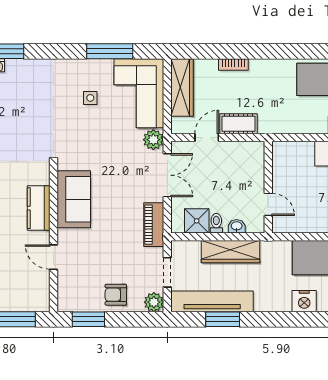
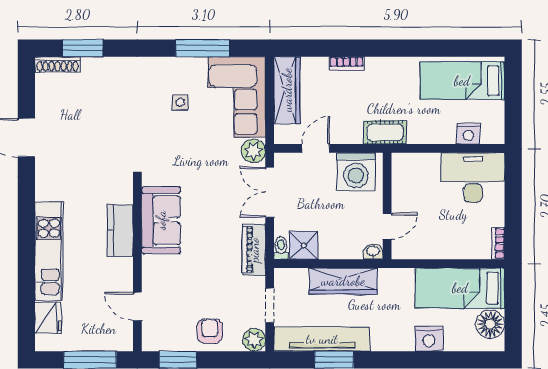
cot: (238, 124) -> (385, 132), moved
washing machine: (241, 158) -> (356, 172), added
double door: (167, 175) -> (270, 192), swing flipped
door: (268, 204) -> (387, 226), hinge flipped
toilet: (216, 223) -> (281, 248), moved
washbasin: (237, 226) -> (373, 252), moved
door: (54, 257) -> (137, 306), moved
armchair: (116, 295) -> (210, 331), turned 90

